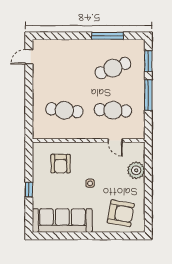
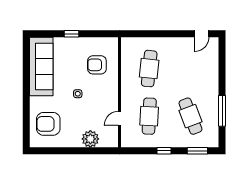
door: (29, 57) -> (202, 34), swing flipped
window: (148, 95) -> (164, 151), width x0.46
armchair: (121, 213) -> (48, 124), turned 80

